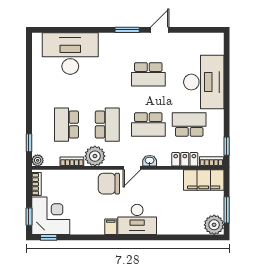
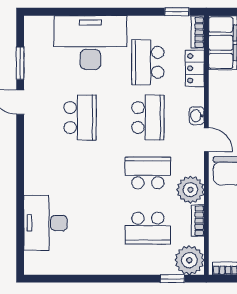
window: (127, 30) -> (20, 63), moved
desk: (70, 54) -> (45, 223), width x0.73, depth x0.77
plant: (38, 160) -> (189, 260), width x1.88, depth x1.88

